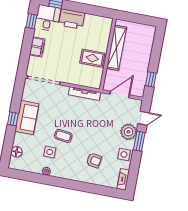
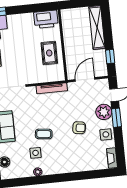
printer: (72, 19) -> (46, 19), moved
shelving: (117, 48) -> (97, 27), moved
rug: (92, 58) -> (49, 53), turned 90
armchair: (94, 160) -> (79, 128), moved

